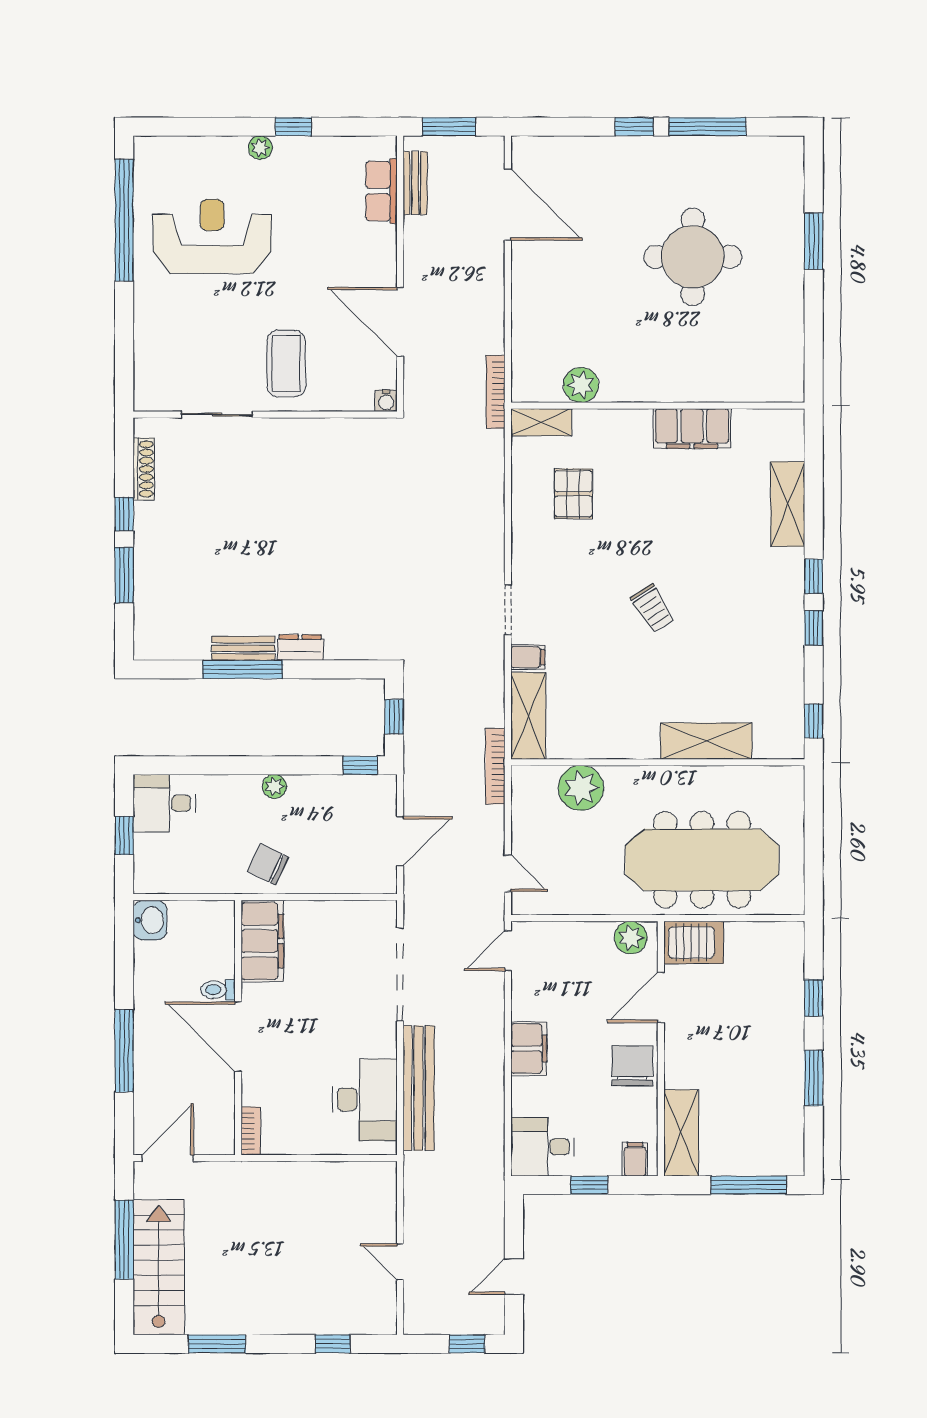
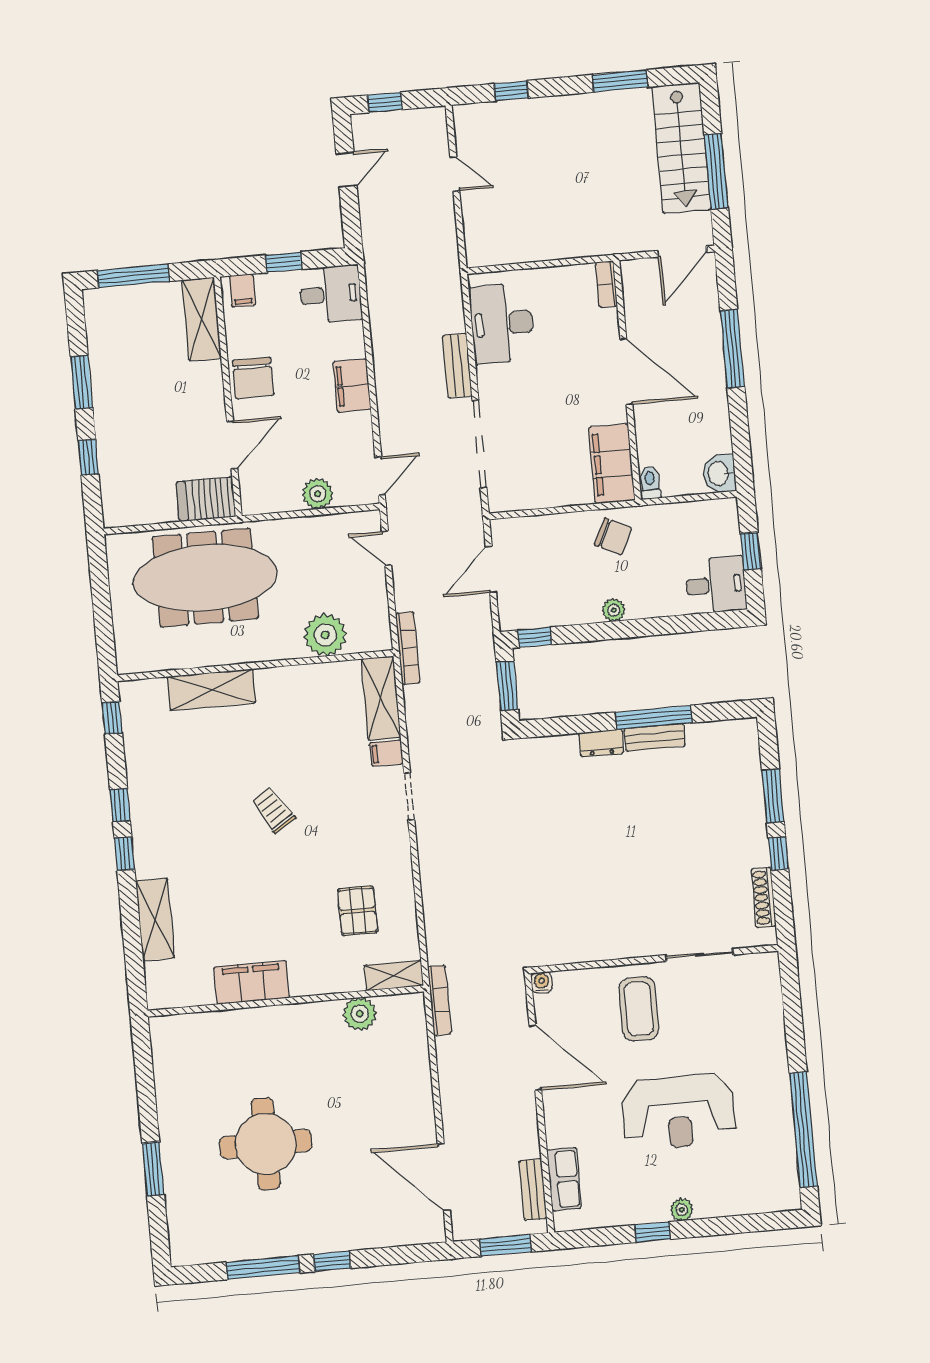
reception desk: (212, 236) -> (679, 1112), moved
window: (394, 717) -> (507, 686), width x1.50
plant: (631, 938) -> (318, 494), moved
toilet: (218, 990) -> (650, 483), moved, turned -90
bench: (419, 1088) -> (457, 366), width x0.54, depth x0.82

